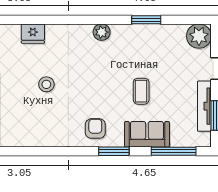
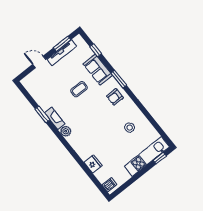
fireplace: (129, 31) -> (55, 118), added
plant: (199, 36) -> (30, 82), removed
stool: (46, 84) -> (130, 128), moved
window: (174, 151) -> (96, 50), width x0.46

